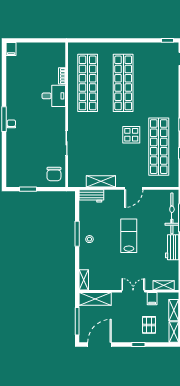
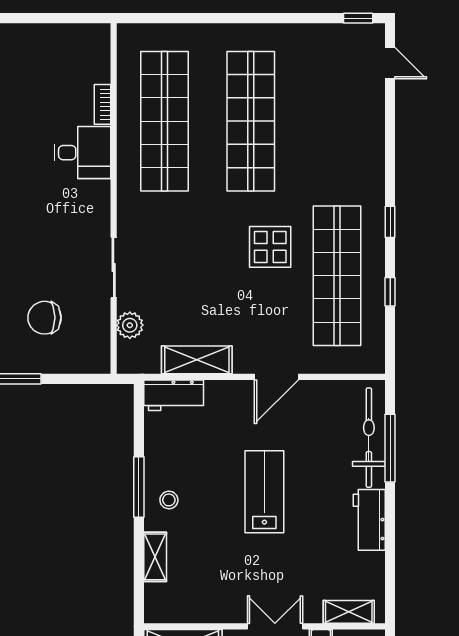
plant: (73, 167) -> (130, 325), added
chair: (54, 174) -> (44, 318), moved, turned 90
shelving: (84, 280) -> (155, 557), moved

